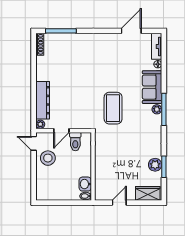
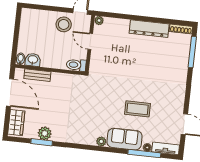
dresser: (43, 100) -> (149, 29), moved
coffee table: (113, 108) -> (137, 109), moved, width x0.73, depth x0.76
window: (164, 109) -> (144, 154), moved
toilet: (75, 142) -> (76, 65), moved
bench: (100, 178) -> (37, 75), added
door: (119, 203) -> (10, 93), width x1.87

